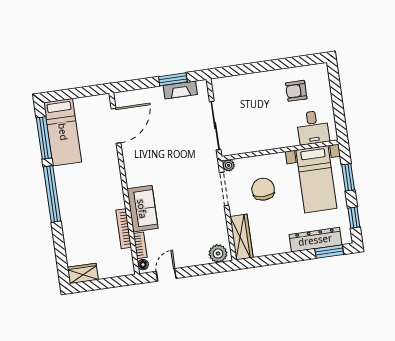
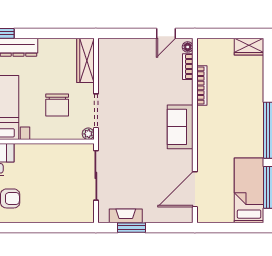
sofa: (142, 209) -> (180, 127), moved
plant: (218, 253) -> (111, 47), removed

